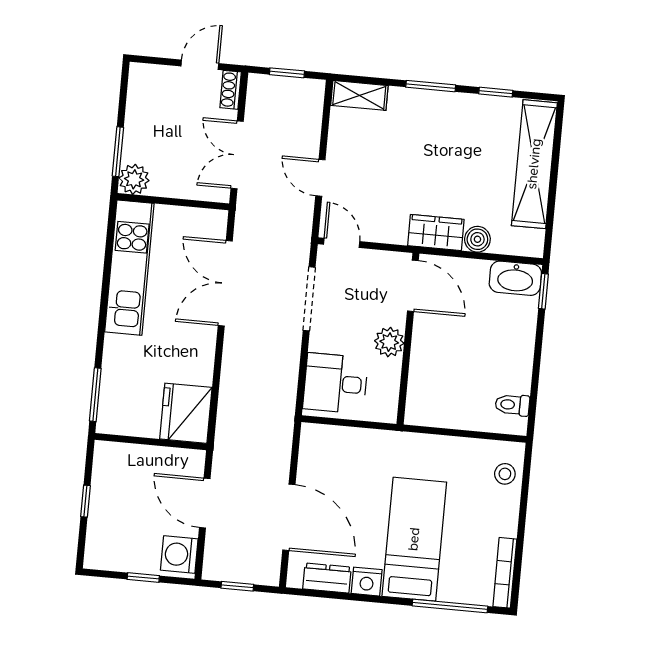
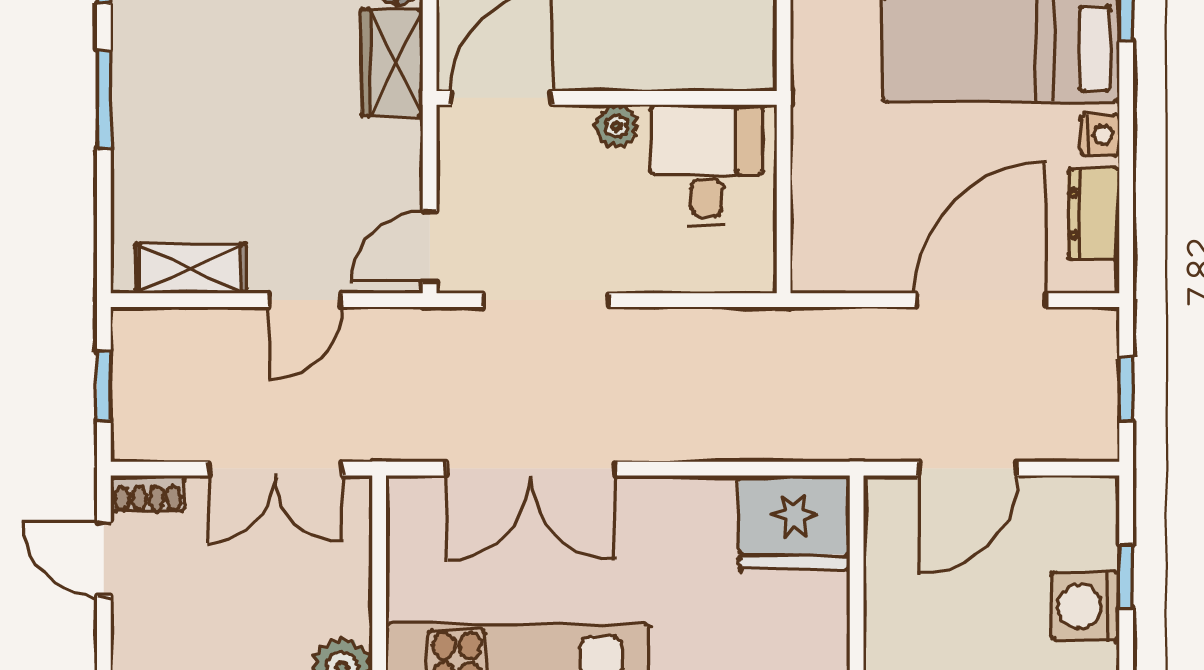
shelving: (359, 95) -> (190, 269), moved, turned 90
plant: (389, 342) -> (617, 126), width x0.73, depth x0.73
desk: (335, 383) -> (707, 165), moved, turned 180
washing machine: (179, 554) -> (1085, 606), moved, turned 90
nightstand: (367, 582) -> (1100, 135), width x0.72, depth x0.74

